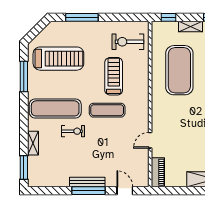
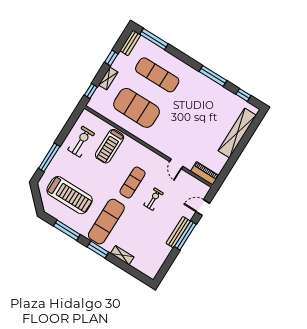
exercise bike: (128, 42) -> (81, 142), moved, turned 180
treadmill: (58, 59) -> (70, 195), turned 90
treadmill: (114, 76) -> (110, 146), moved, turned -90
exercise bike: (73, 131) -> (154, 199), moved
window: (24, 167) -> (98, 250), moved

